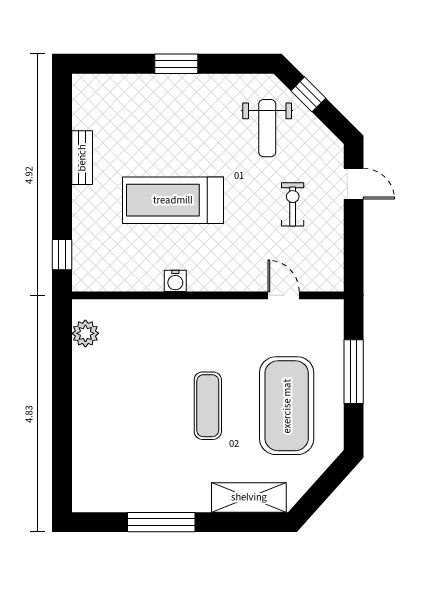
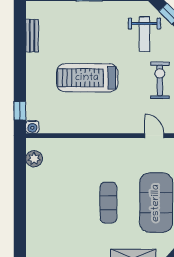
bench: (82, 158) -> (32, 36), moved
exercise bike: (293, 204) -> (160, 80), width x1.38, depth x1.39
water cooler: (175, 281) -> (32, 127), moved

